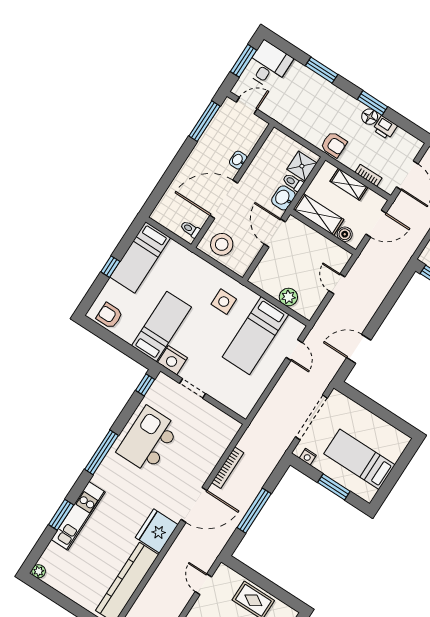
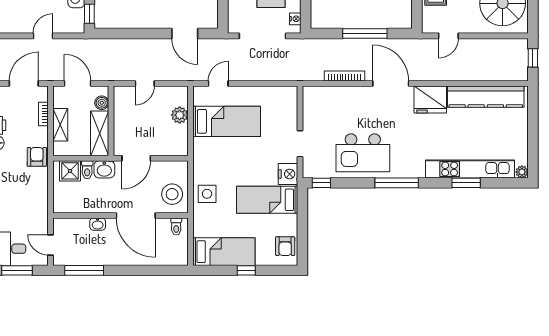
side table: (224, 302) -> (207, 194), moved
kitchen unit: (78, 516) -> (470, 169), width x1.36

